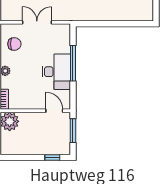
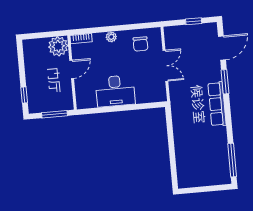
window: (73, 63) -> (126, 108), removed
door: (54, 111) -> (72, 69), moved

